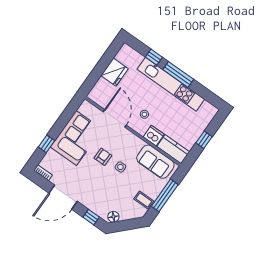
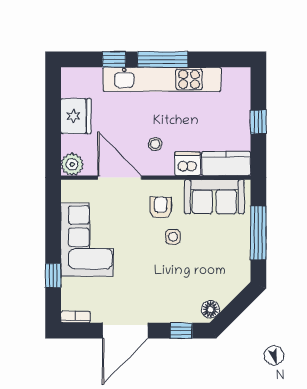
plant: (96, 95) -> (72, 164), added
armchair: (103, 157) -> (161, 208), moved
coffee table: (144, 200) -> (235, 259), removed

